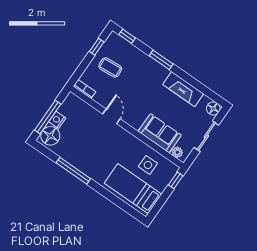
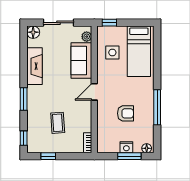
coffee table: (110, 67) -> (58, 123), moved
door: (111, 116) -> (94, 92), moved
window: (48, 117) -> (129, 156), width x0.69
floor lamp: (50, 136) -> (147, 148), width x0.53, depth x0.53
armchair: (87, 140) -> (125, 113), added

